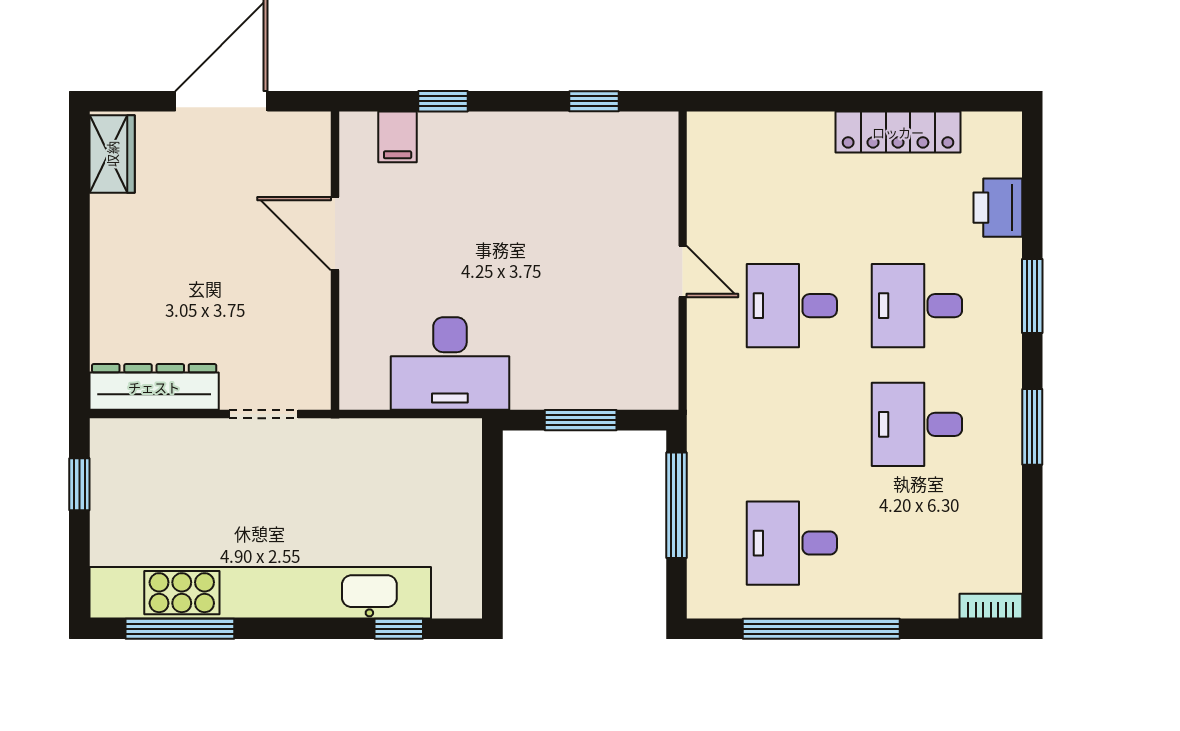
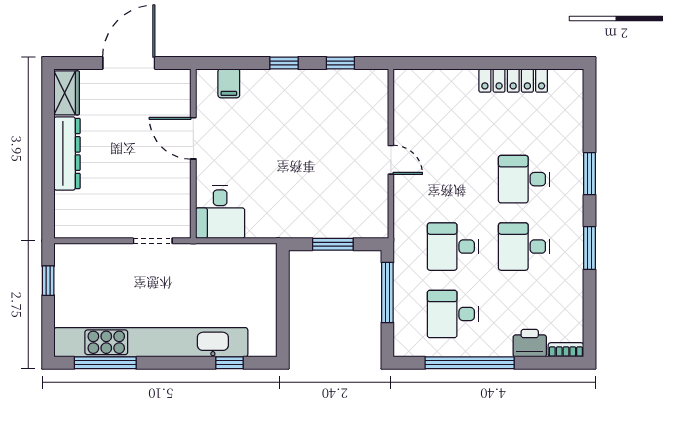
window: (443, 101) -> (284, 63), moved
printer: (998, 208) -> (530, 343), moved, turned 90
desk: (792, 306) -> (453, 247), moved
desk: (450, 364) -> (220, 212), moved, width x0.73
dresser: (154, 387) -> (67, 153), moved, turned 90

